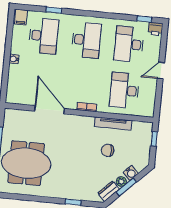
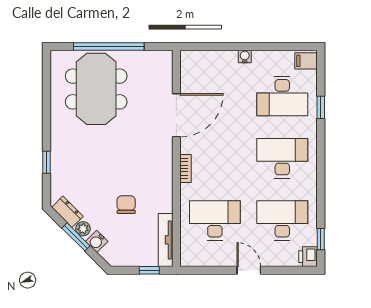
desk: (86, 40) -> (282, 158), turned 180
tv unit: (113, 124) -> (166, 240), moved

